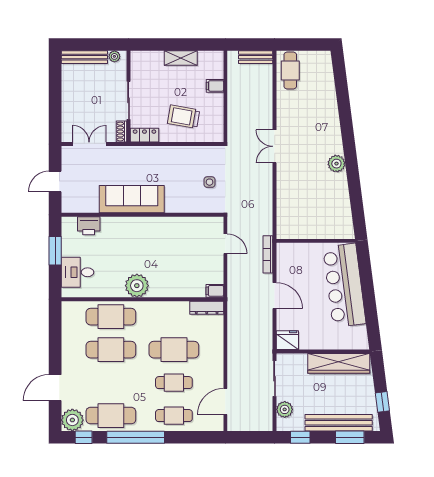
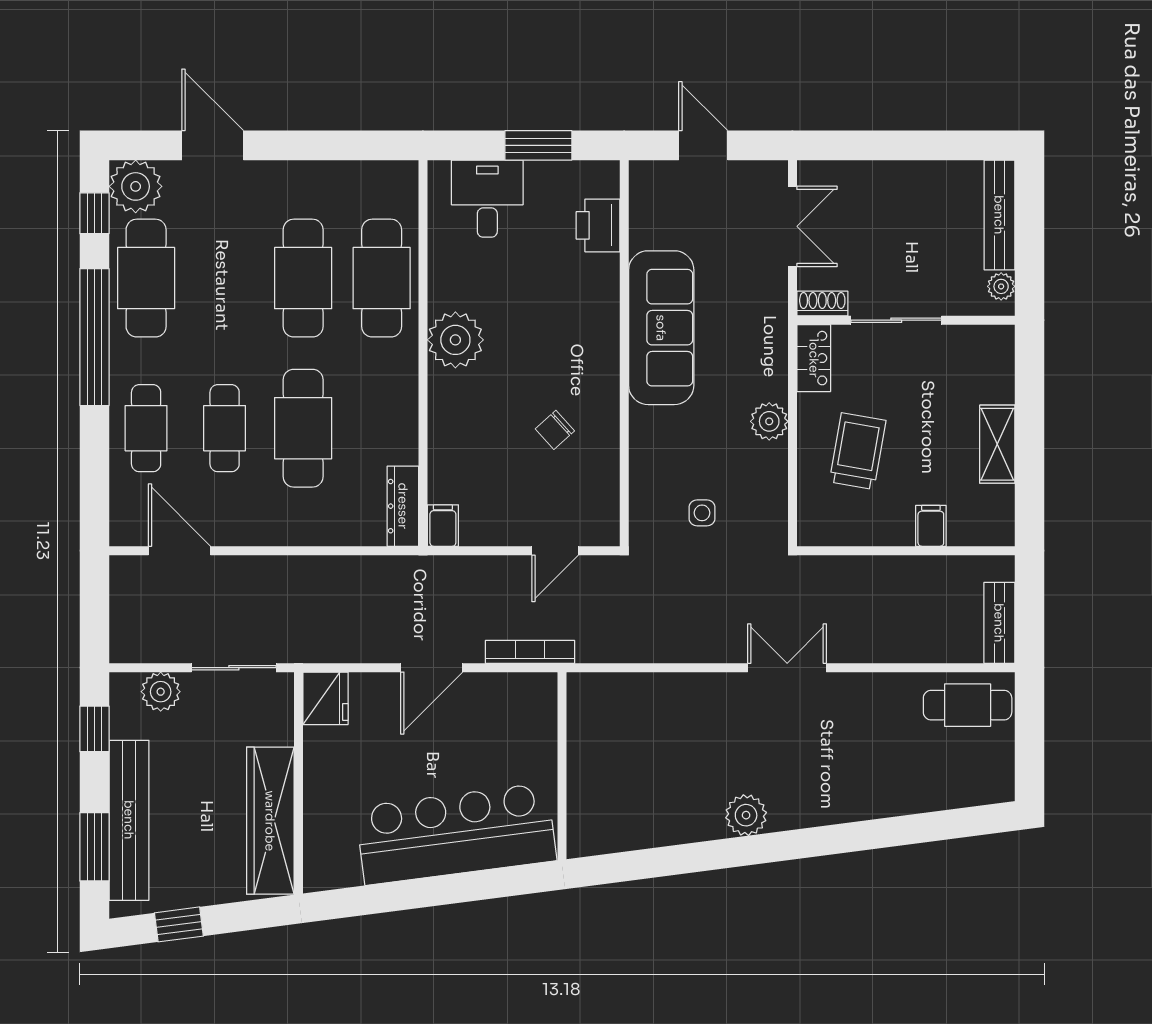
plant: (171, 154) -> (769, 421), added
chair: (175, 244) -> (555, 430), added

